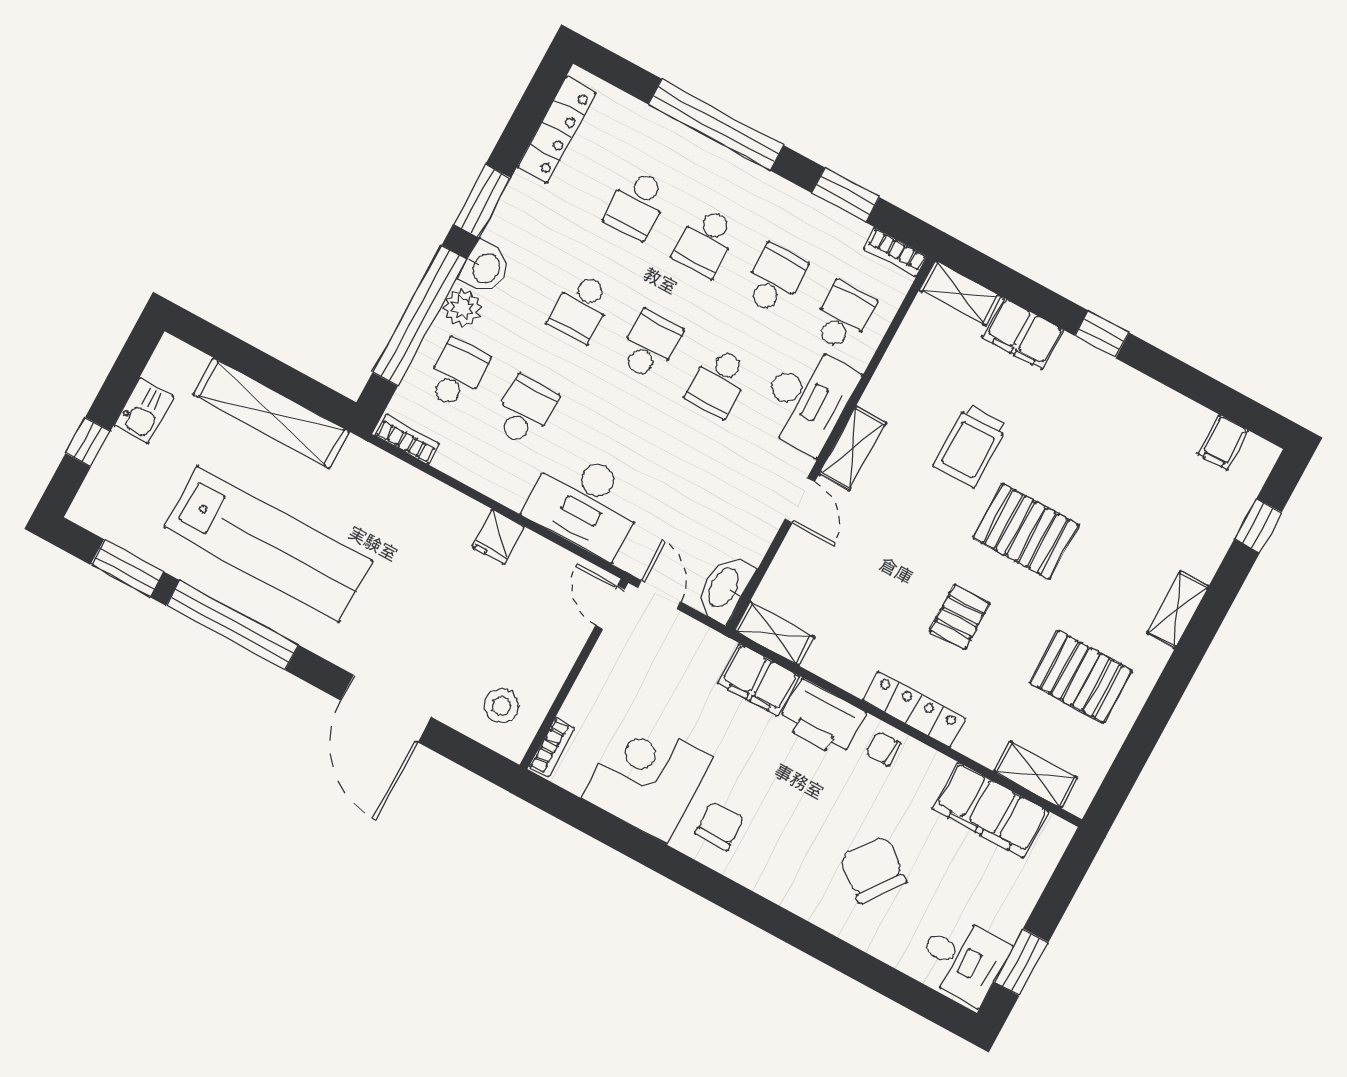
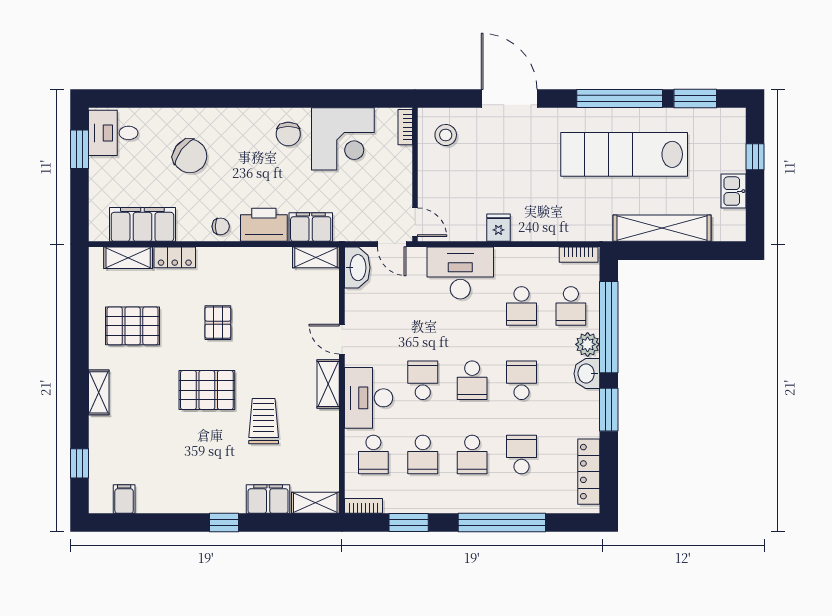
school desk: (706, 242) -> (472, 454), turned 180
locker: (914, 709) -> (175, 257), moved, width x0.66

